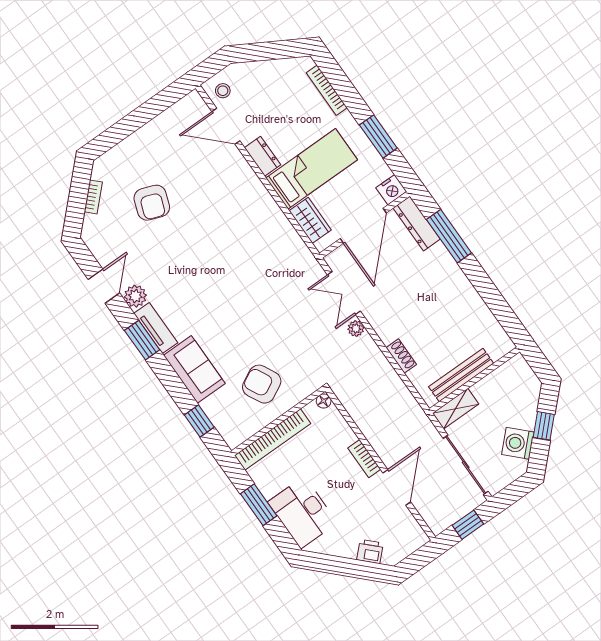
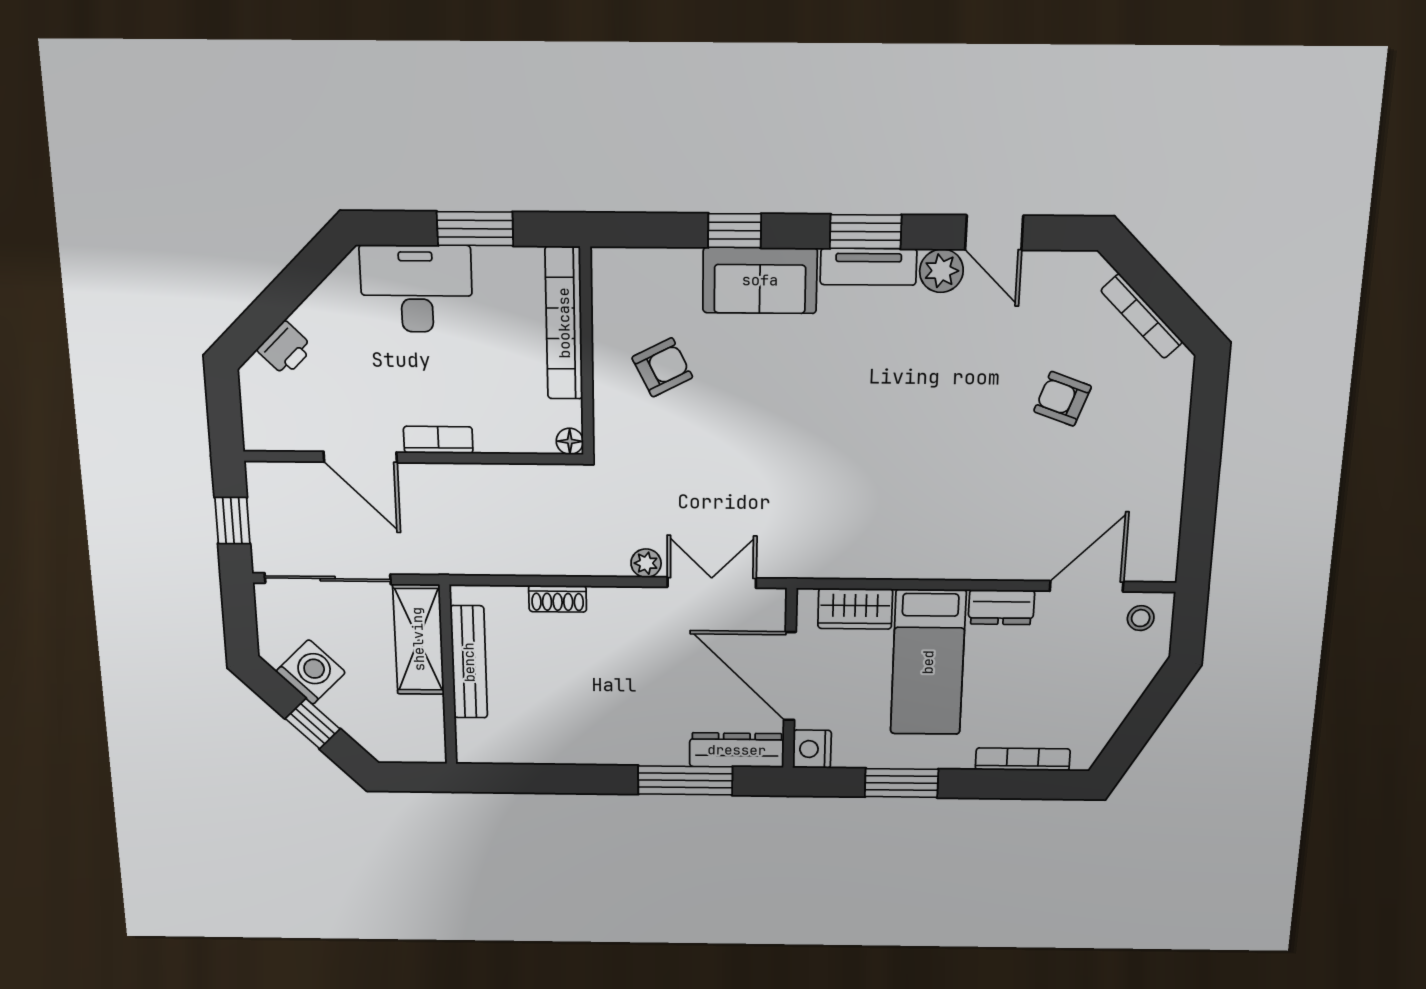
bookcase: (93, 197) -> (1142, 316), width x1.56
armchair: (152, 203) -> (1062, 399), width x0.72, depth x0.72
armchair: (262, 384) -> (662, 367), width x0.72, depth x0.72
shelving: (456, 409) -> (418, 639), width x1.50, depth x1.33
window: (199, 421) -> (735, 231), moved

